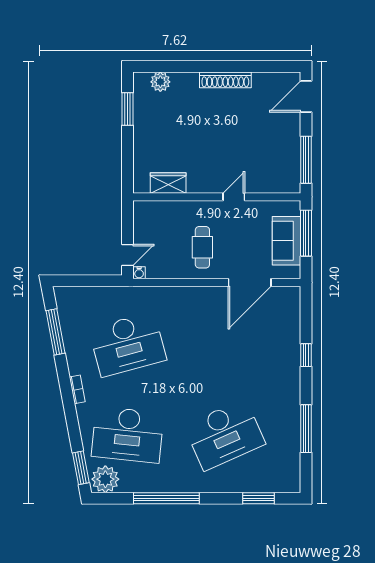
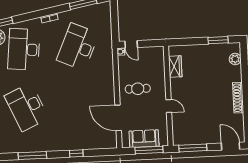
desk: (128, 344) -> (78, 47), turned 39

